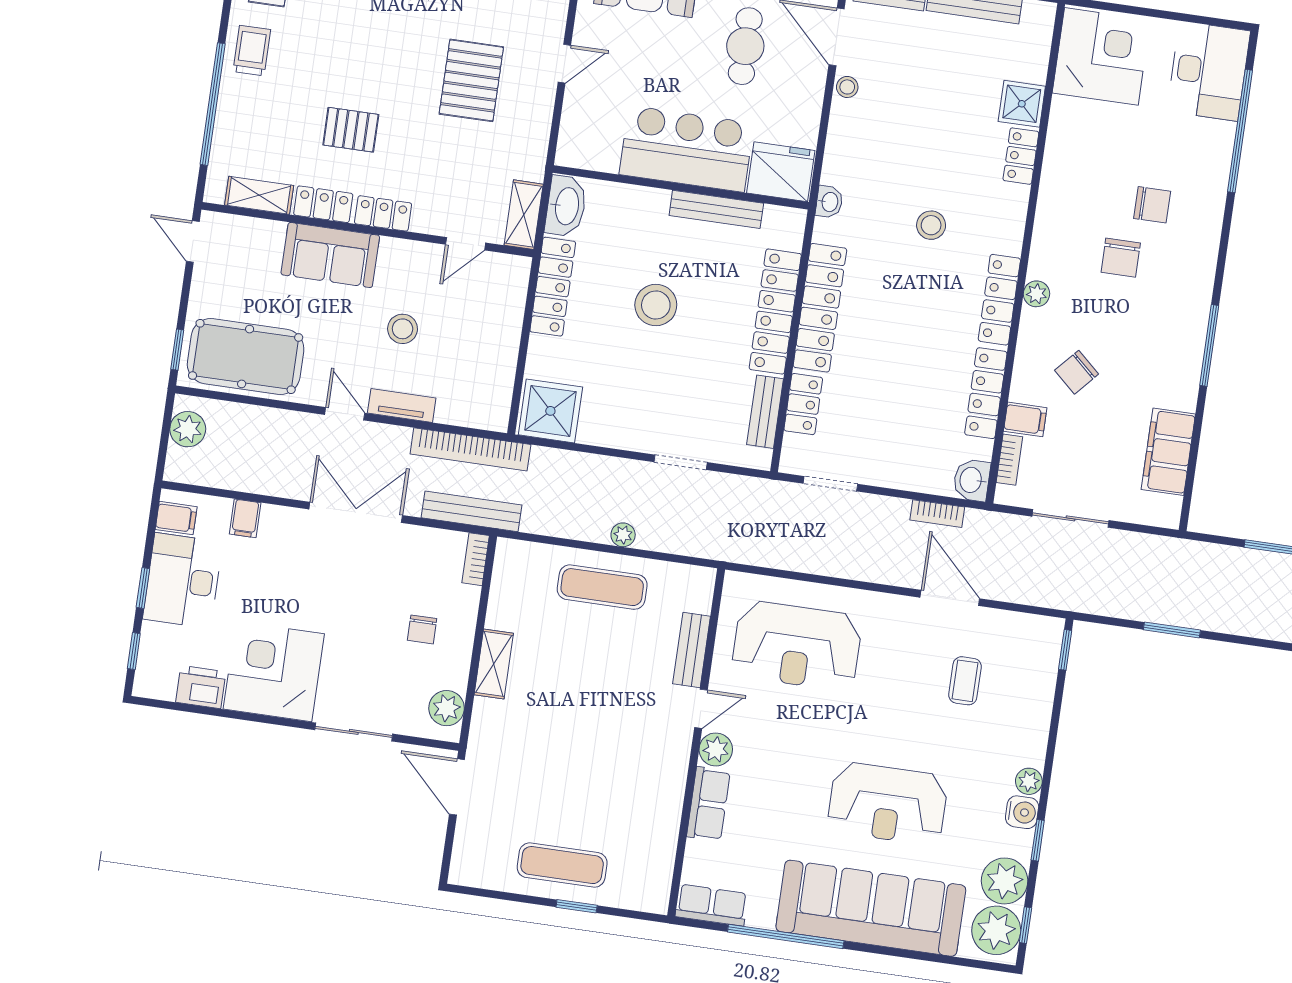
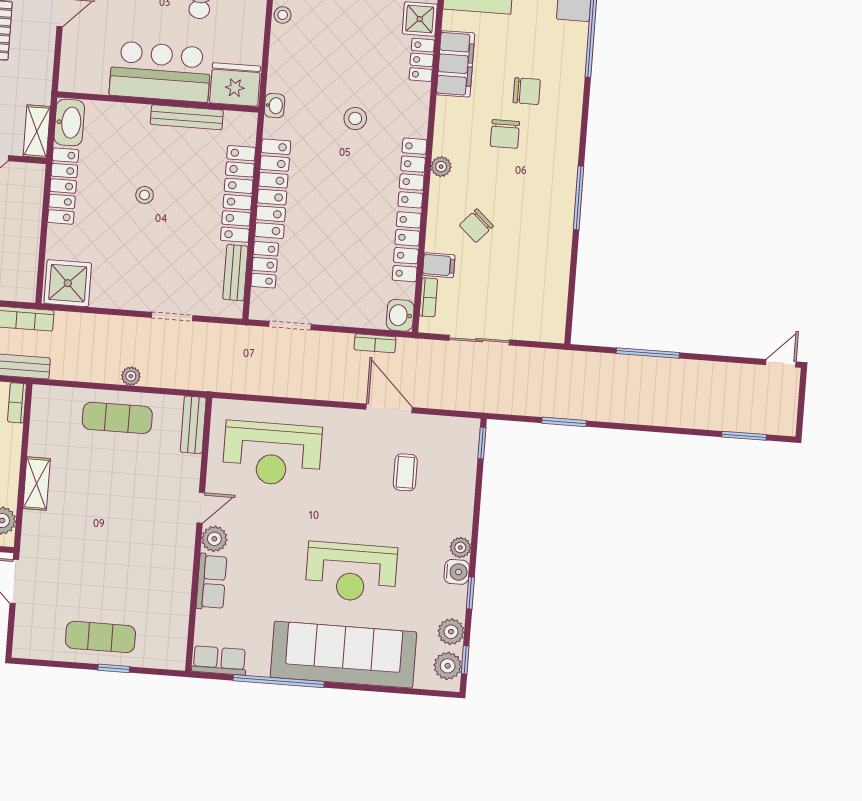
stool: (656, 305) -> (145, 195), width x0.53, depth x0.53
filing cabinet: (1168, 452) -> (456, 64), moved, turned 180
bench: (692, 650) -> (193, 425), moved
plant: (1005, 881) -> (451, 632), width x0.73, depth x0.73
plant: (996, 930) -> (448, 666), width x0.73, depth x0.73

